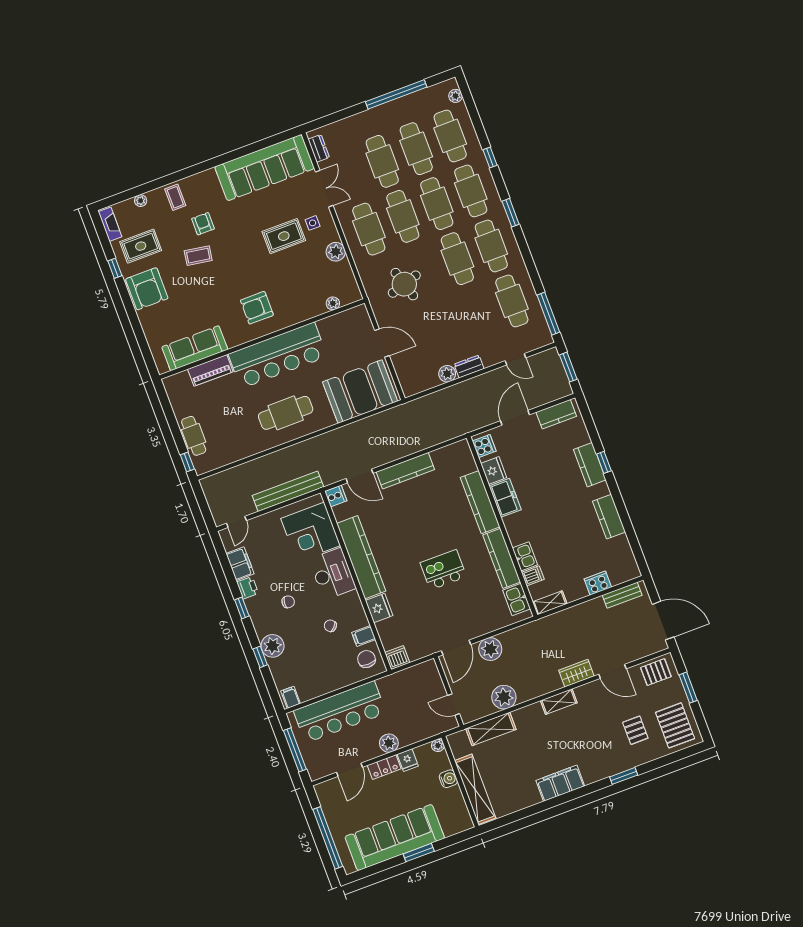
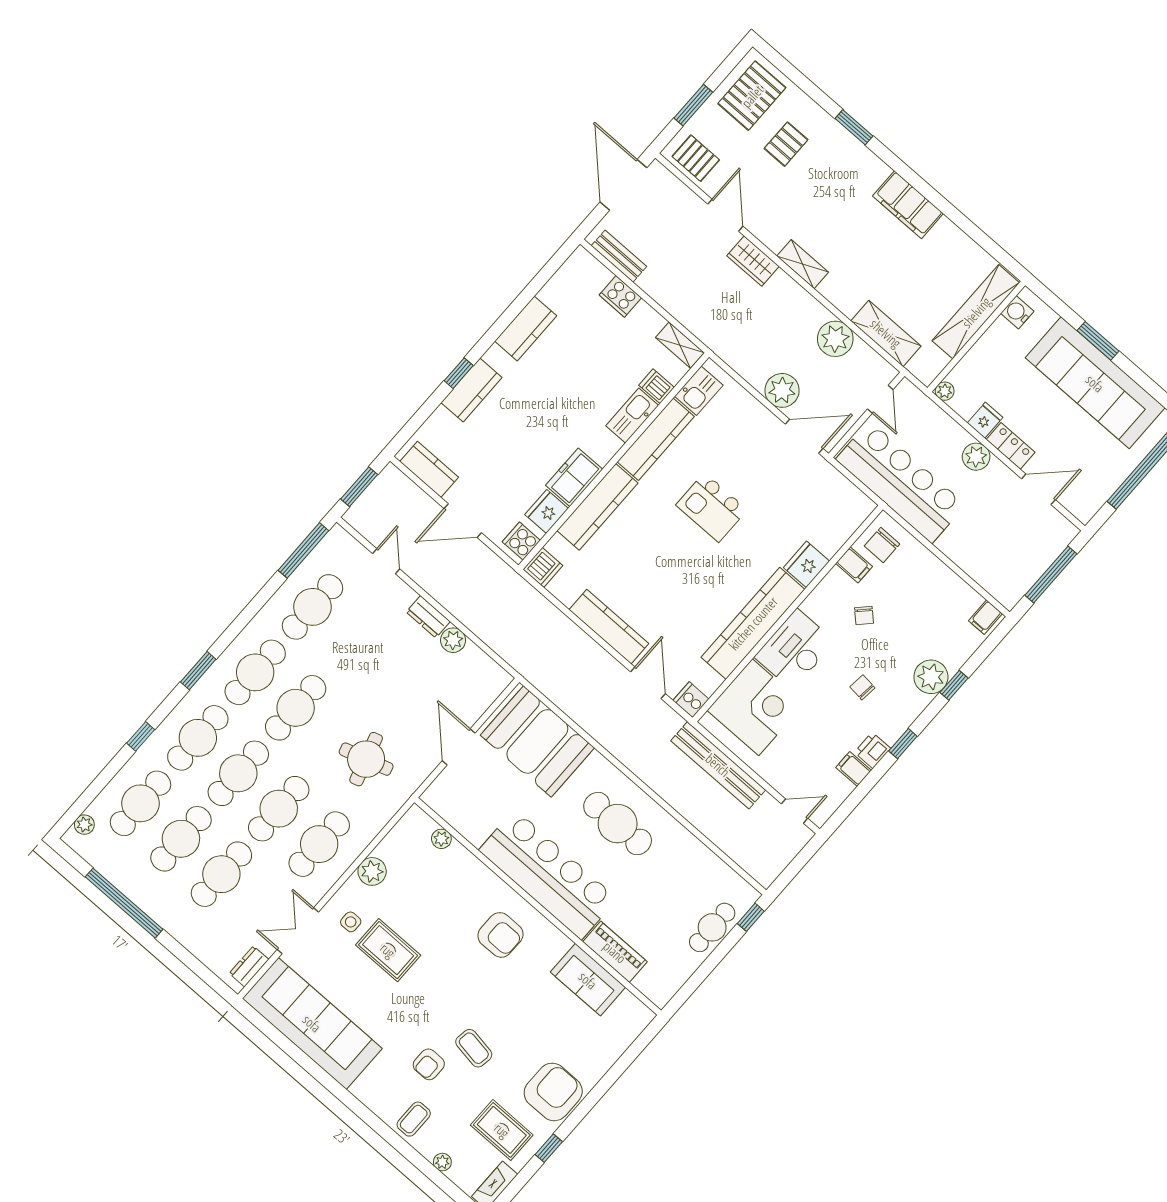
sofa: (195, 348) -> (588, 980), width x0.73
kitchen sink: (525, 556) -> (632, 416), width x1.38
filing cabinet: (240, 564) -> (854, 769), width x0.50
dishwasher: (397, 658) -> (543, 567), moved, turned -90
bar counter: (340, 712) -> (901, 482), moved
water cooler: (448, 779) -> (1017, 312), moved

